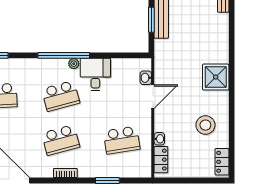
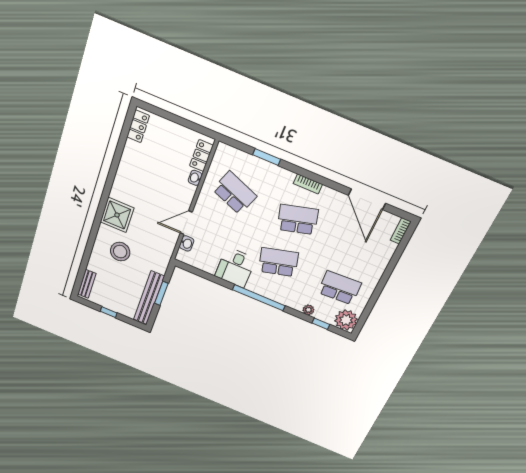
plant: (74, 64) -> (308, 310), moved
stool: (205, 125) -> (120, 252), moved
school desk: (122, 140) -> (235, 193), turned 30

